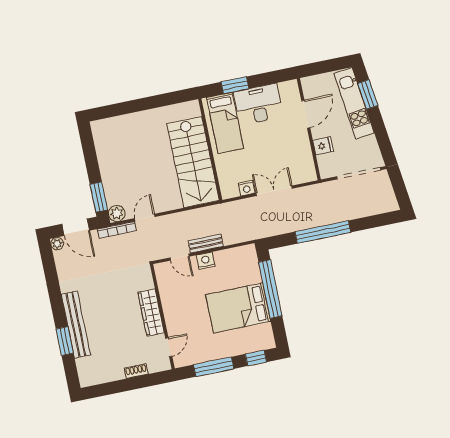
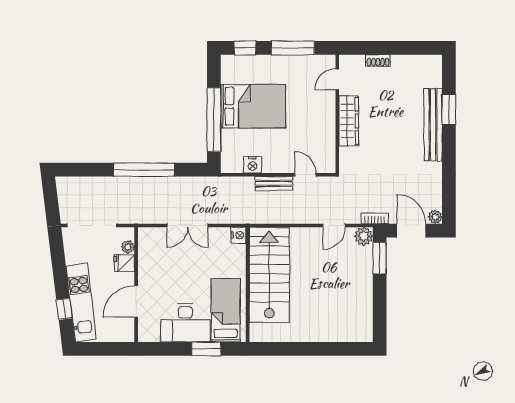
window: (368, 94) -> (64, 309), width x0.67
plant: (323, 161) -> (128, 247), added
nightstand: (247, 188) -> (239, 235), moved, turned 90
bookcase: (117, 230) -> (375, 218), width x0.64
nightstand: (206, 261) -> (253, 165), moved

